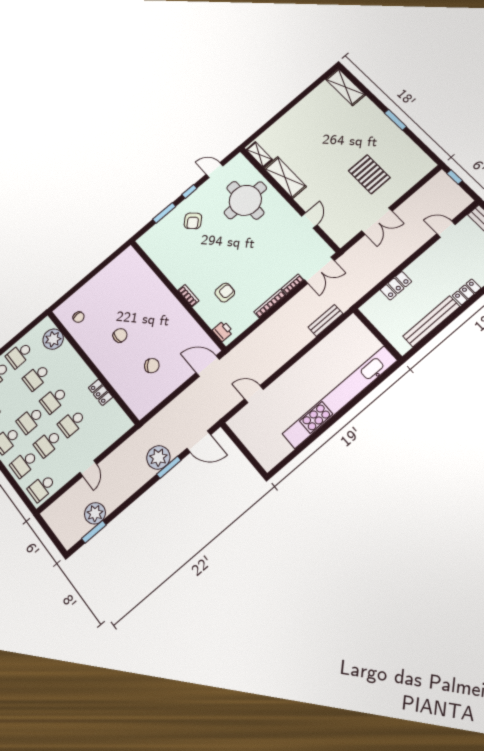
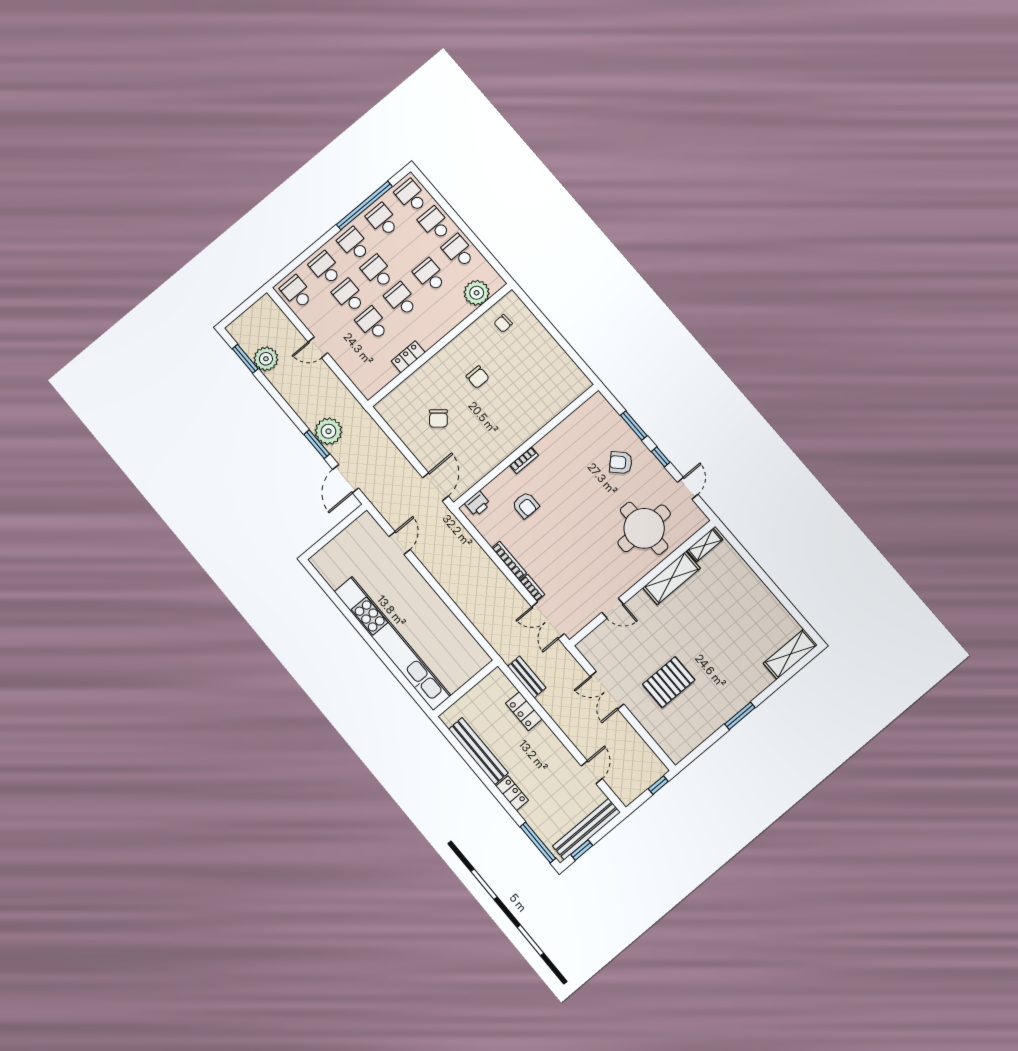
bench: (325, 320) -> (527, 677), moved

